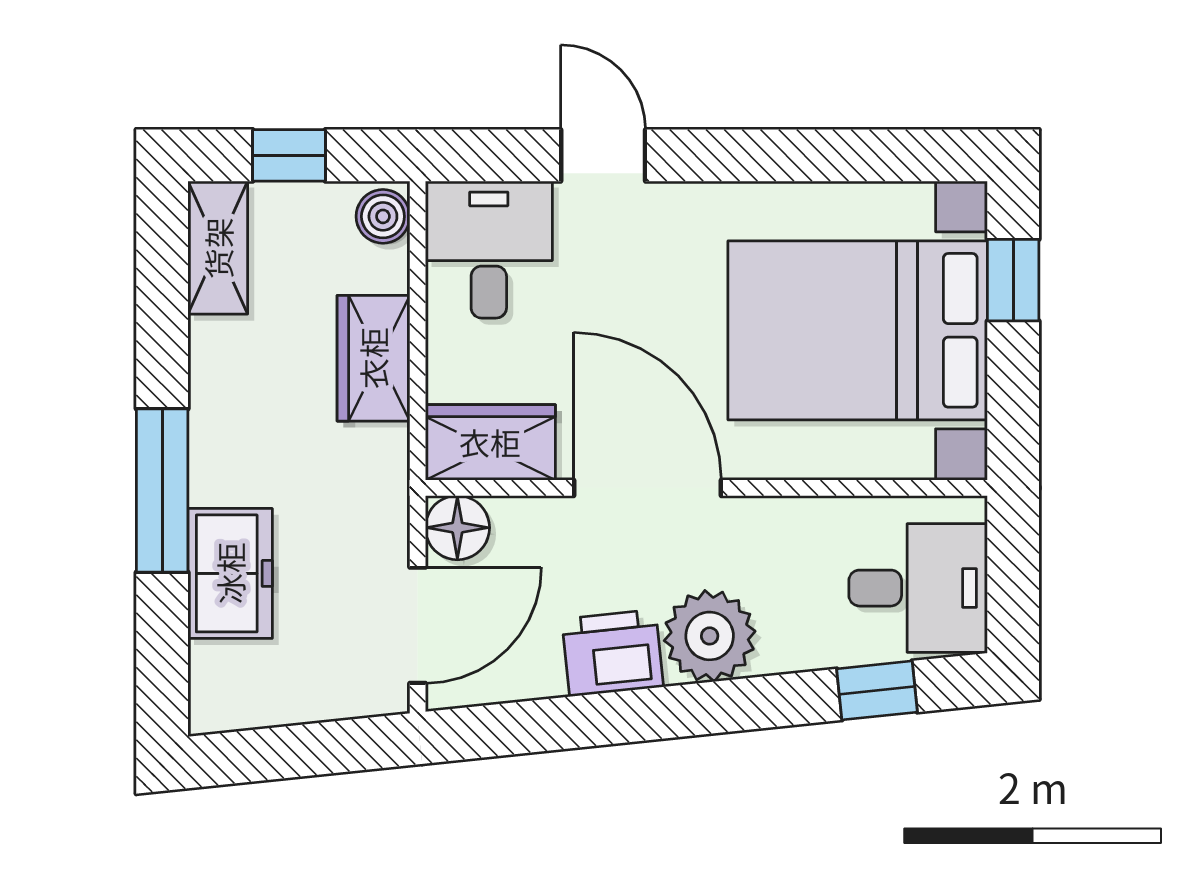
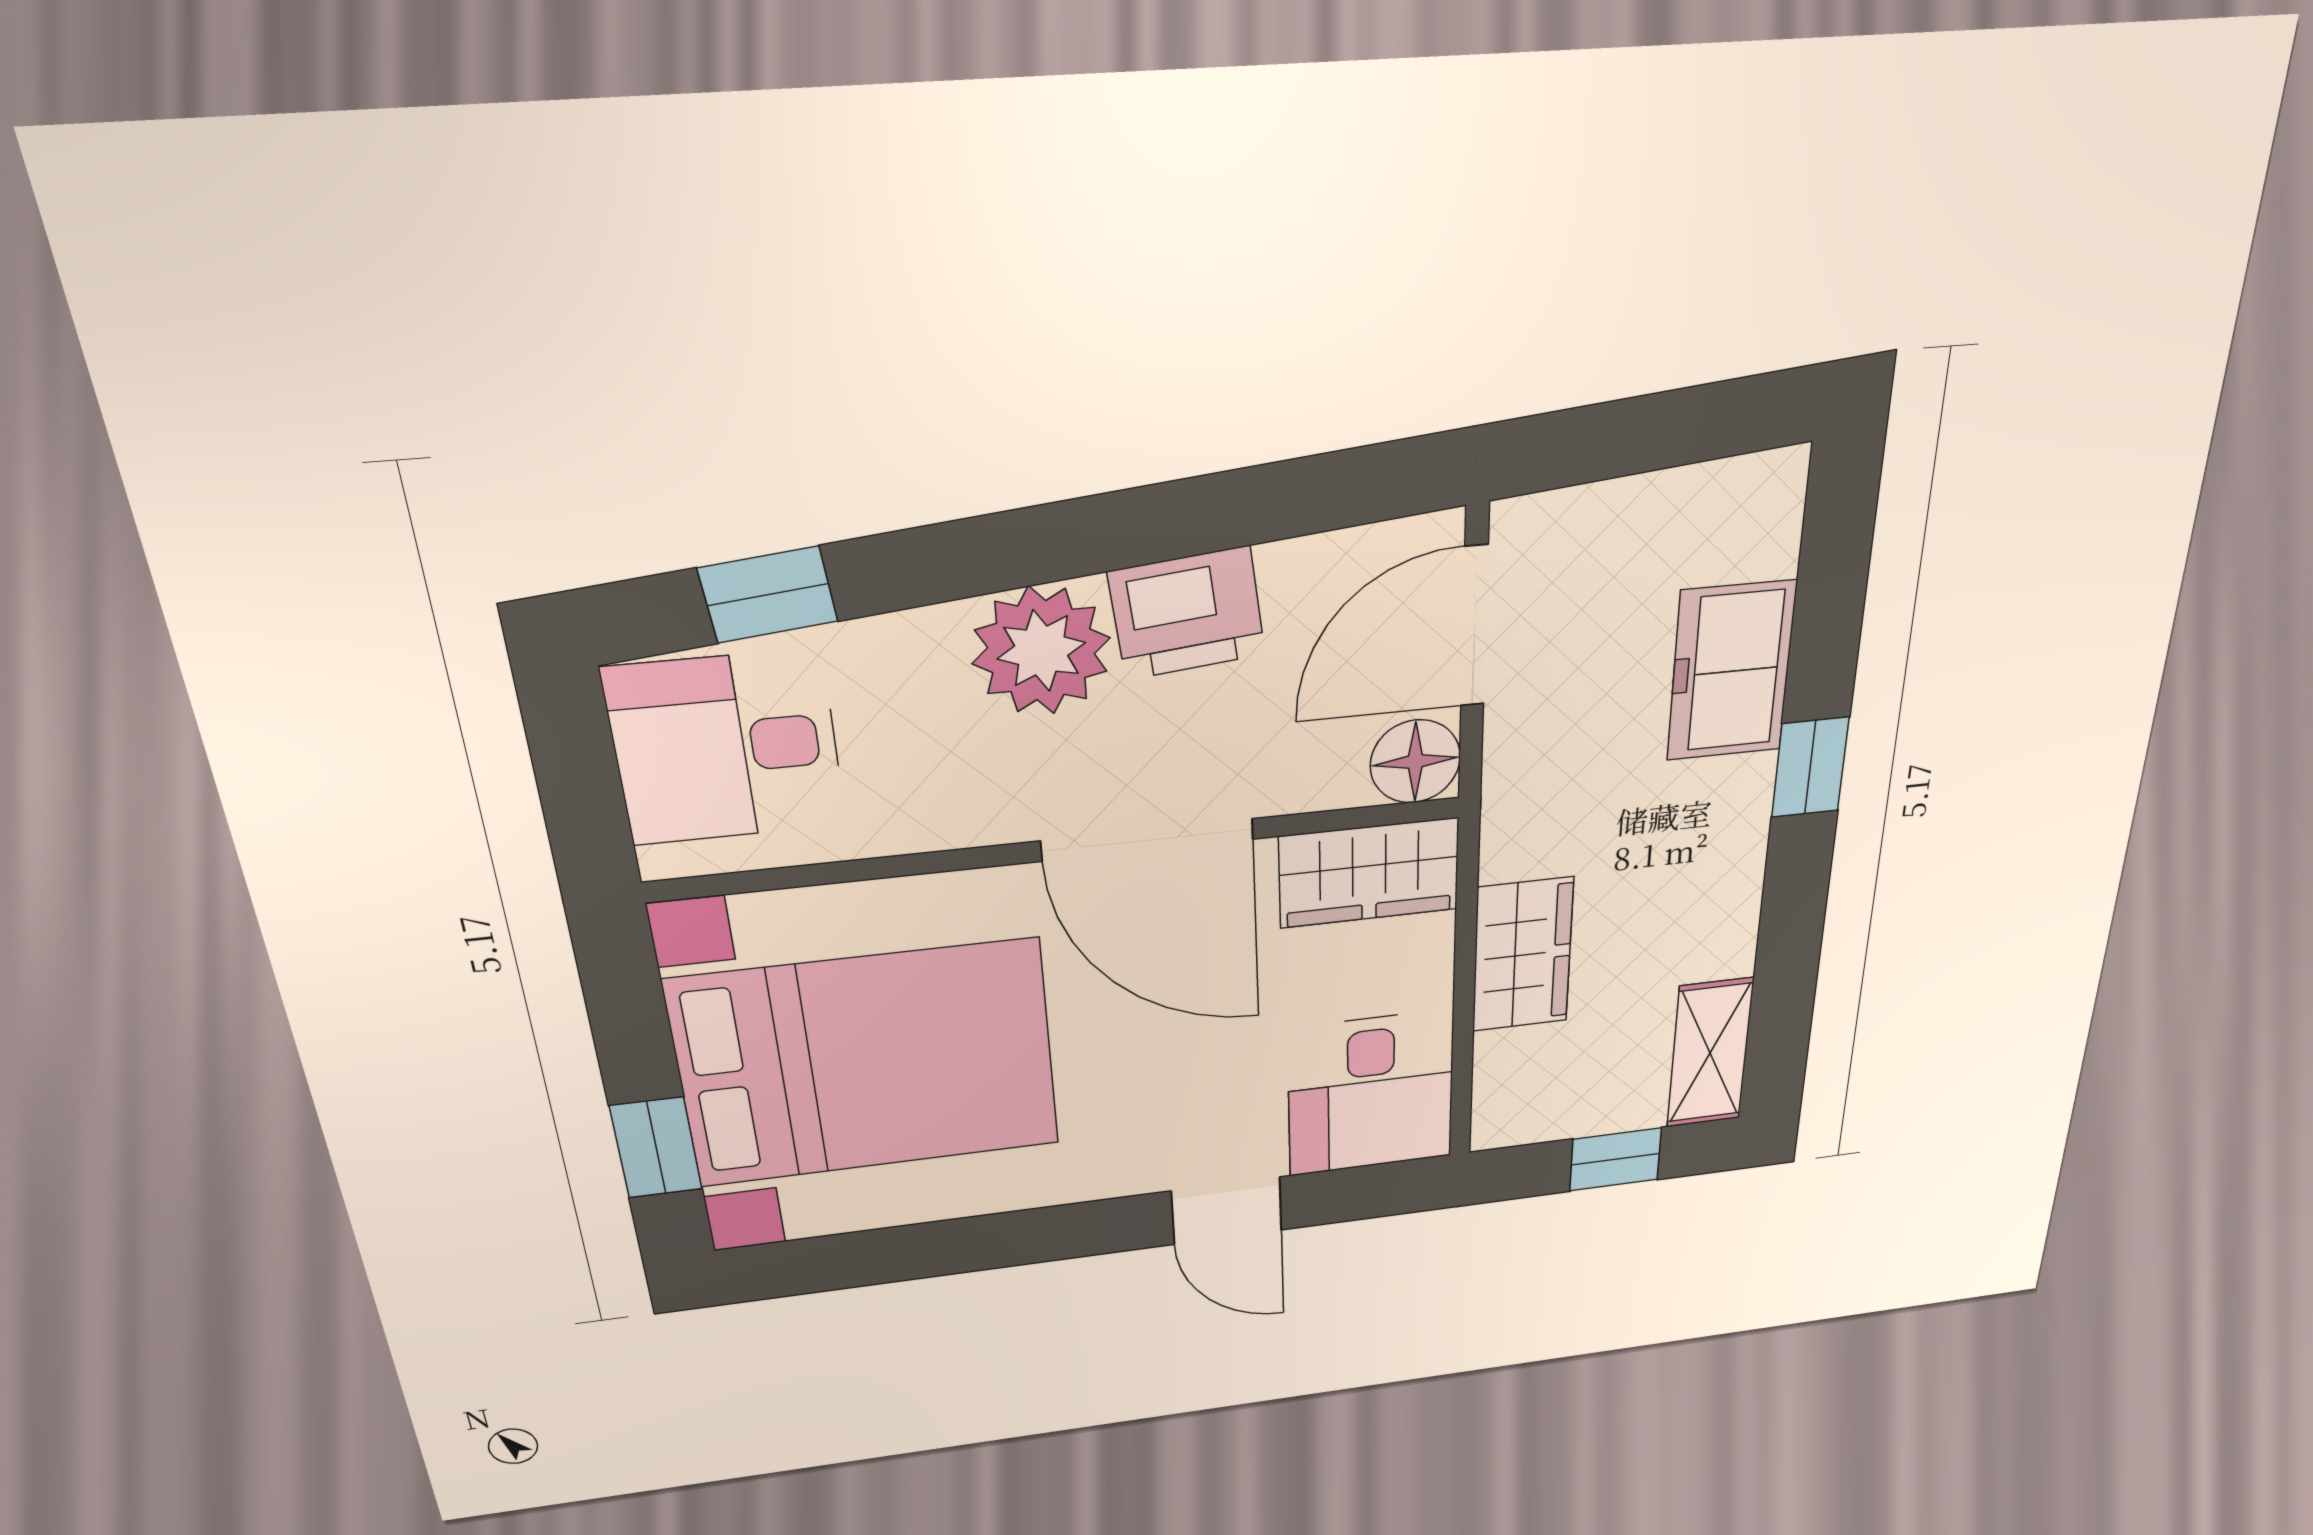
boiler: (383, 216) -> (1504, 1112), removed
window: (162, 491) -> (1810, 767), width x0.46

